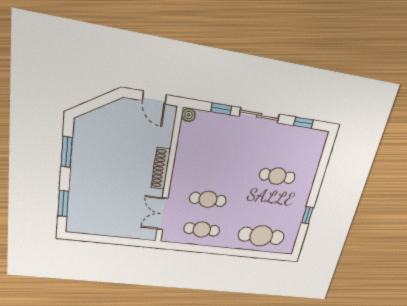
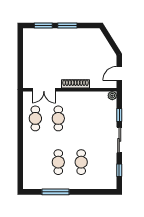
window: (67, 152) -> (67, 25), moved
double door: (162, 214) -> (44, 90), swing flipped
window: (307, 215) -> (55, 192), width x2.17
cafe table: (261, 236) -> (58, 162), moved, width x0.73, depth x0.74

